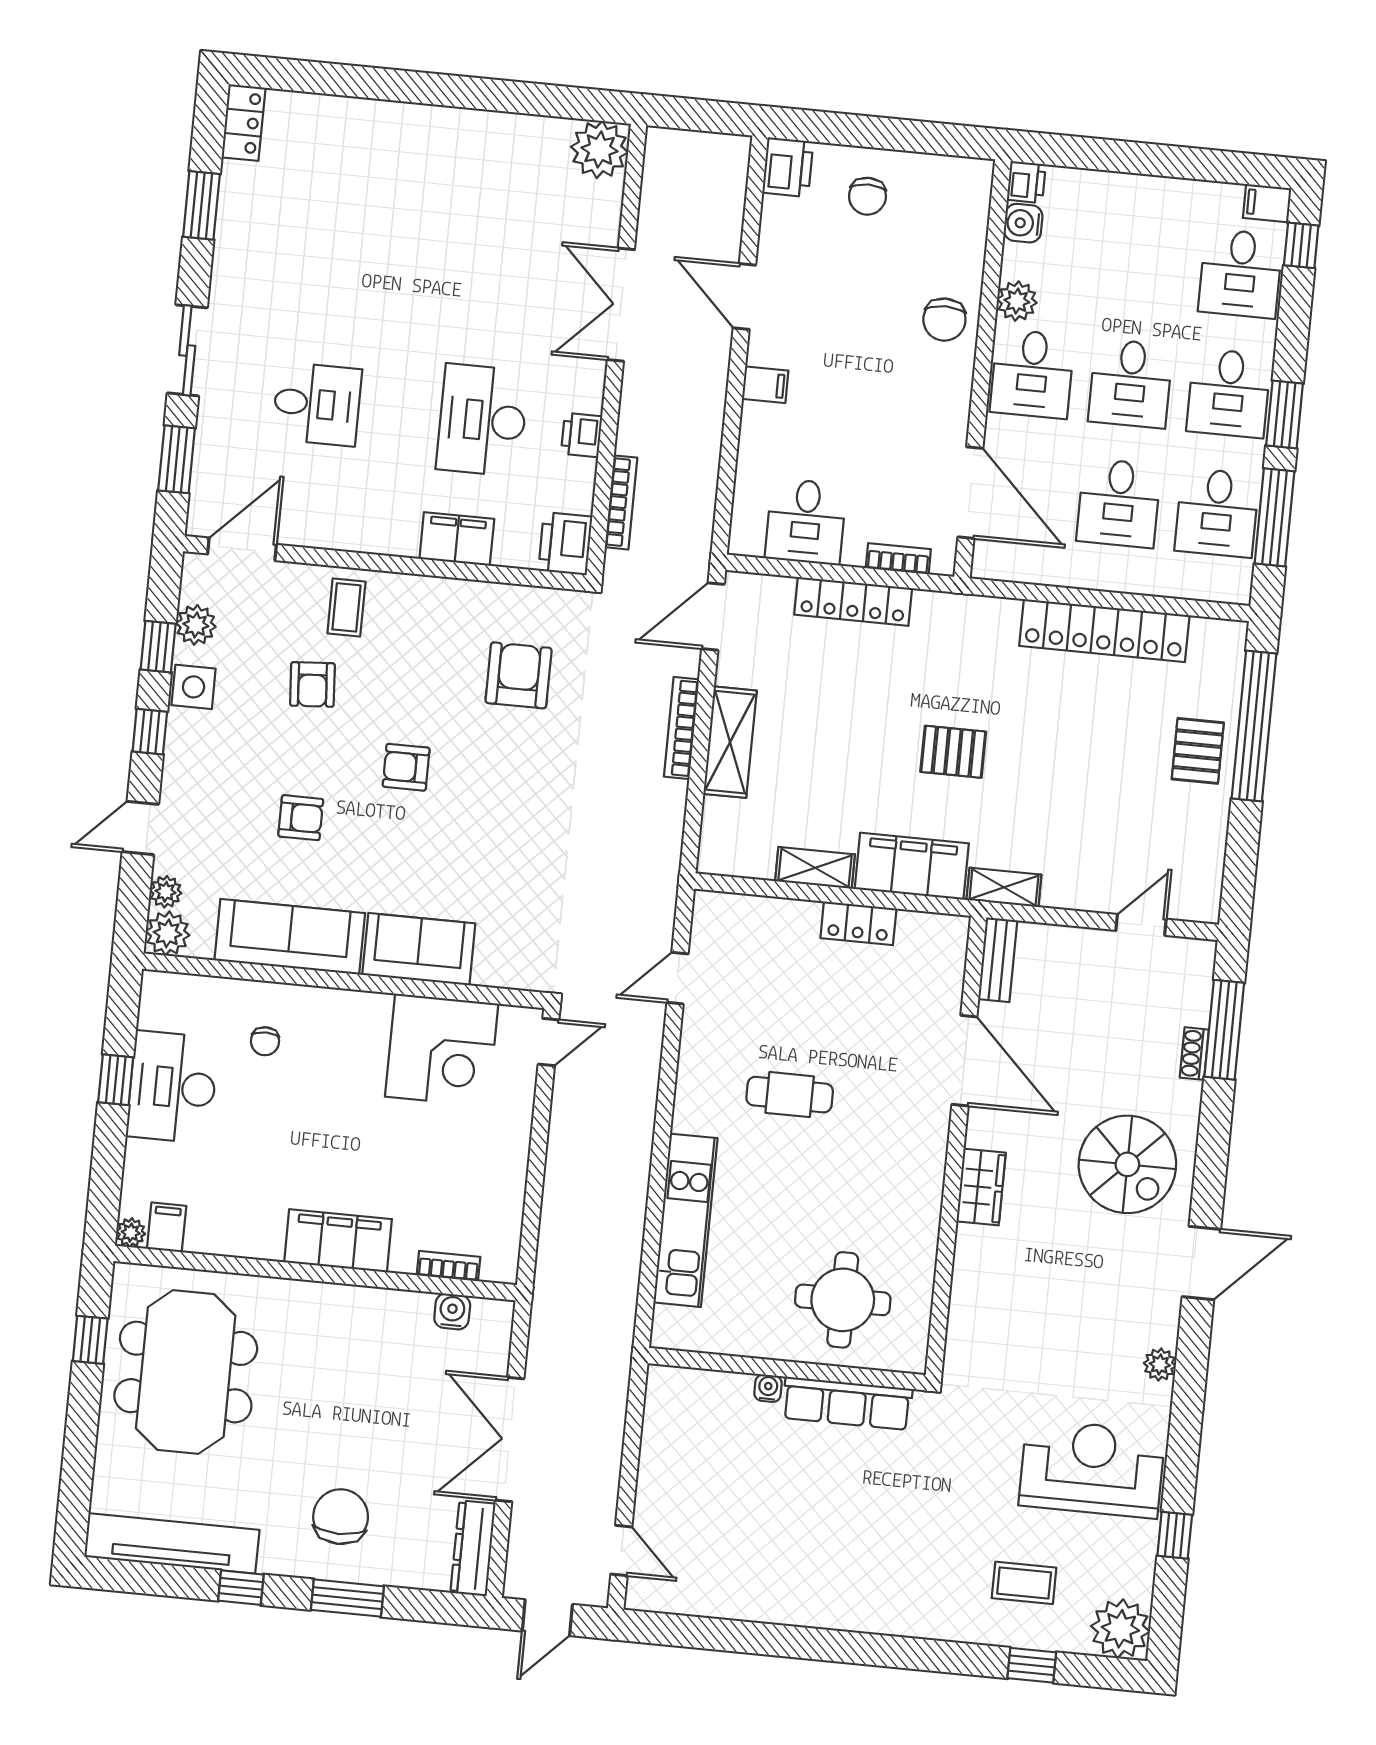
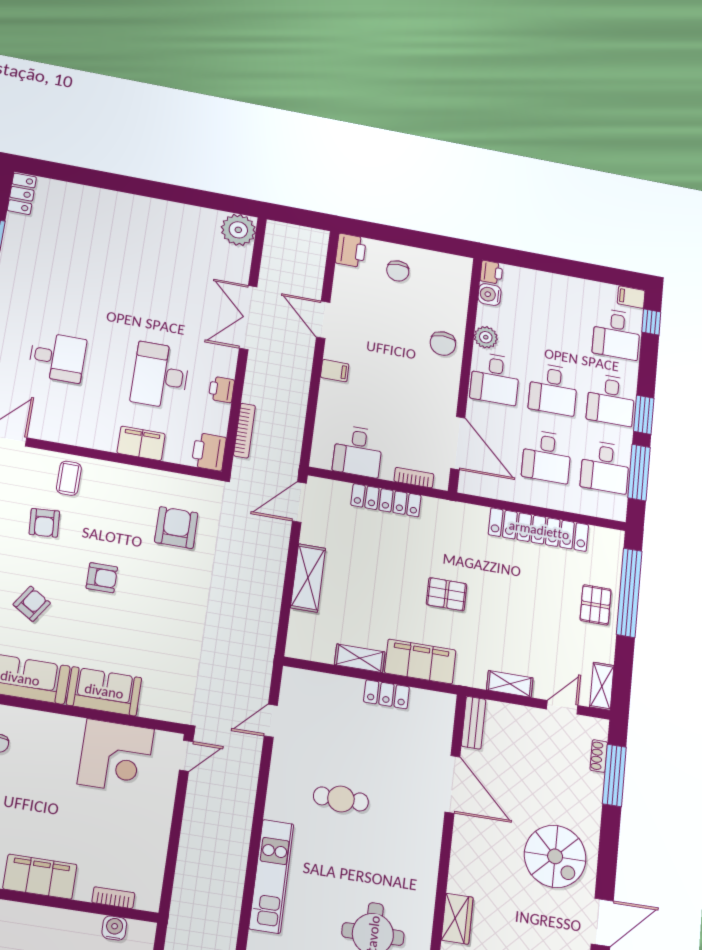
bookcase: (681, 728) -> (278, 567), removed
armchair: (406, 767) -> (102, 578), turned 180
armchair: (301, 818) -> (32, 604), turned -57
shelving: (1206, 886) -> (602, 686), added
shelving: (1004, 887) -> (510, 684), moved
shoe rack: (1194, 1054) -> (599, 756), moved
wardrobe: (981, 1187) -> (457, 919), moved

